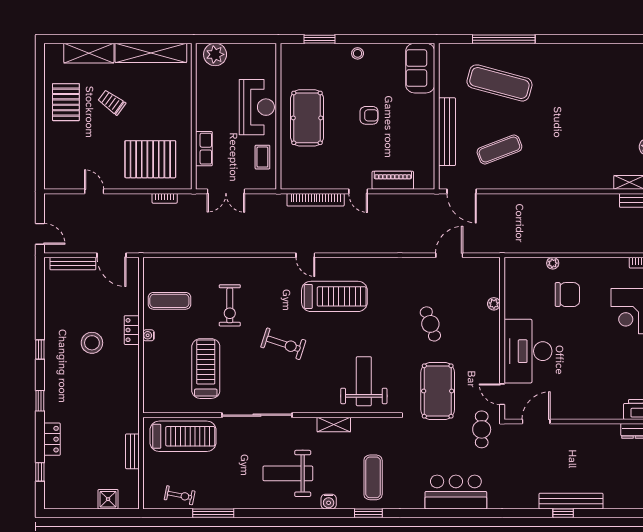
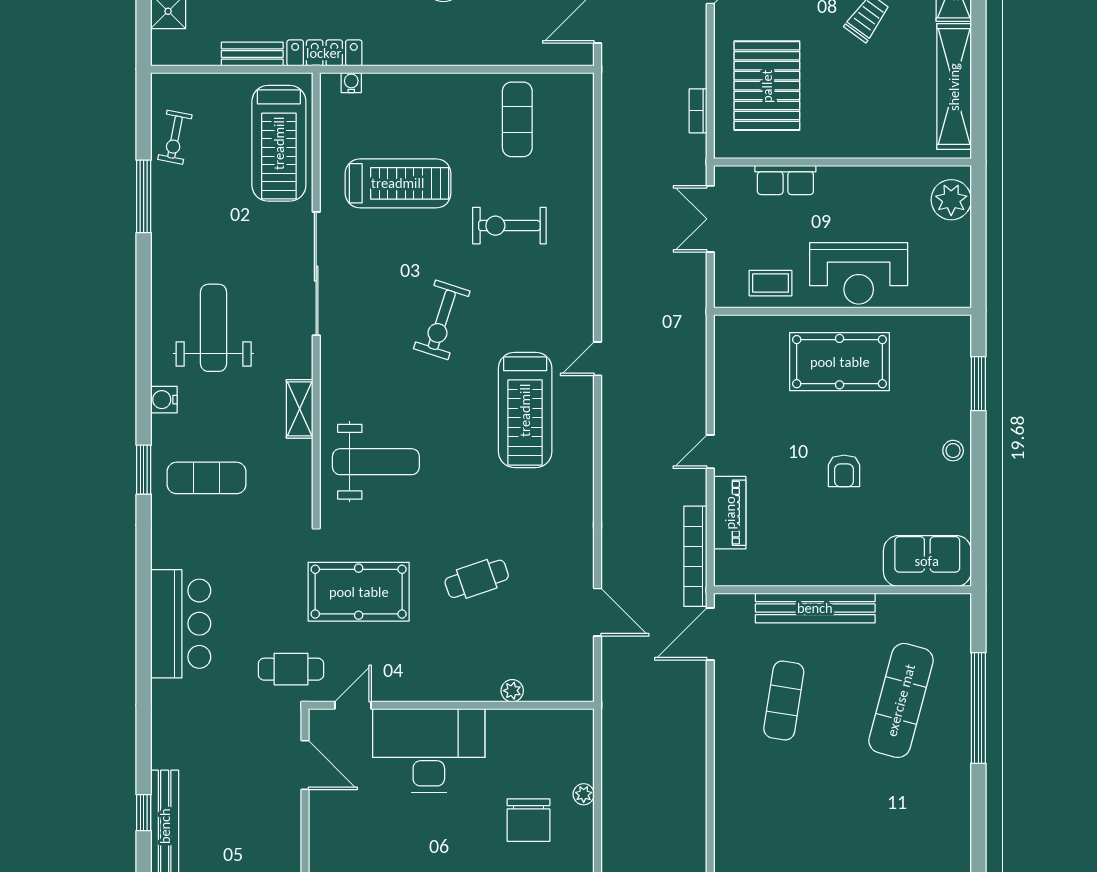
exercise mat: (499, 150) -> (784, 700), turned 30
bookcase: (316, 200) -> (695, 556), moved
locker: (132, 330) -> (324, 53), moved, width x1.53
water cooler: (149, 335) -> (351, 83), moved

